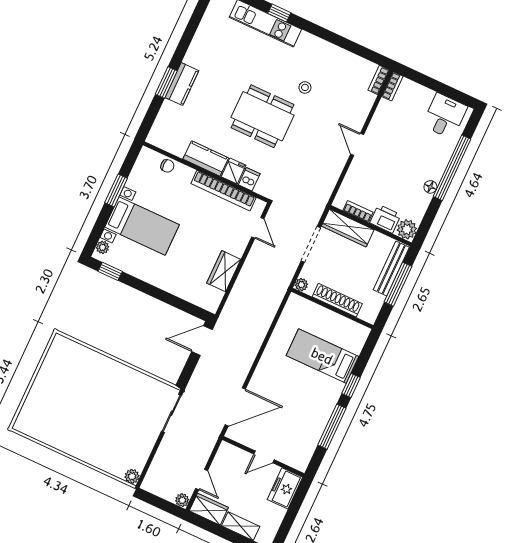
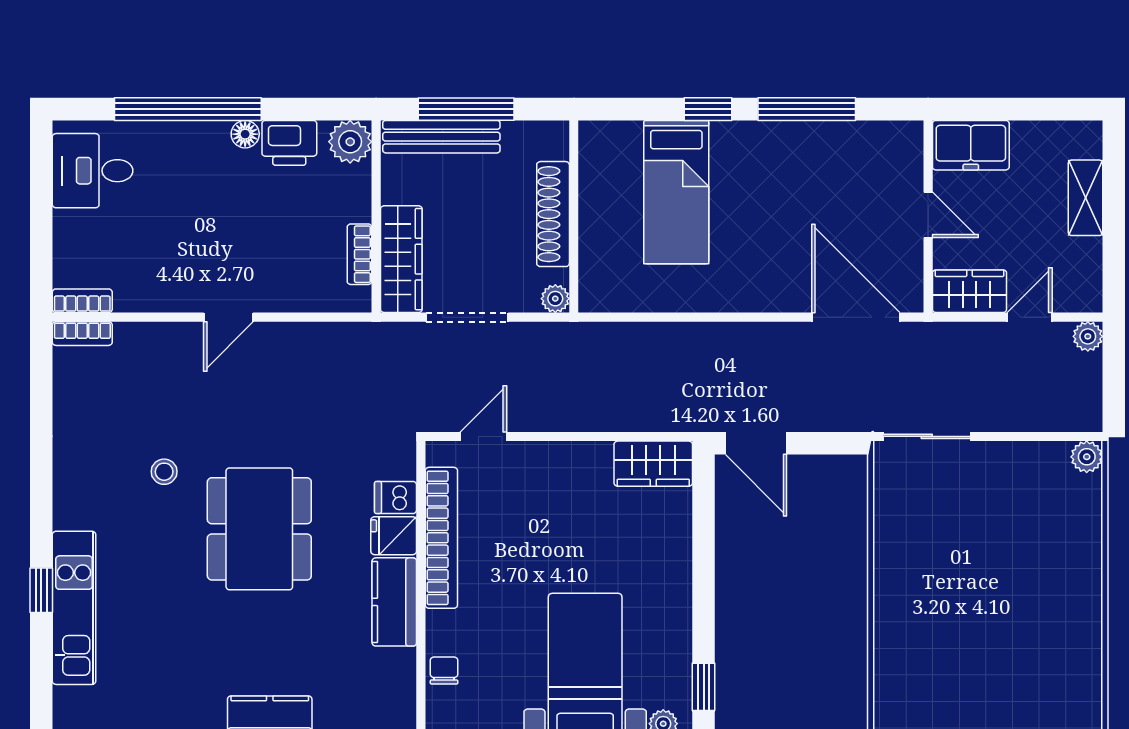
printer: (385, 219) -> (289, 143), moved, turned -90
wardrobe: (224, 271) -> (653, 464), moved
wardrobe: (209, 509) -> (969, 291), moved, turned 90

